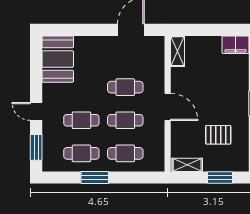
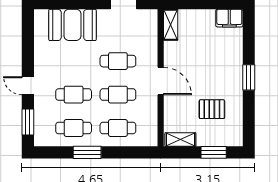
booth: (58, 59) -> (72, 25), moved, turned 90

